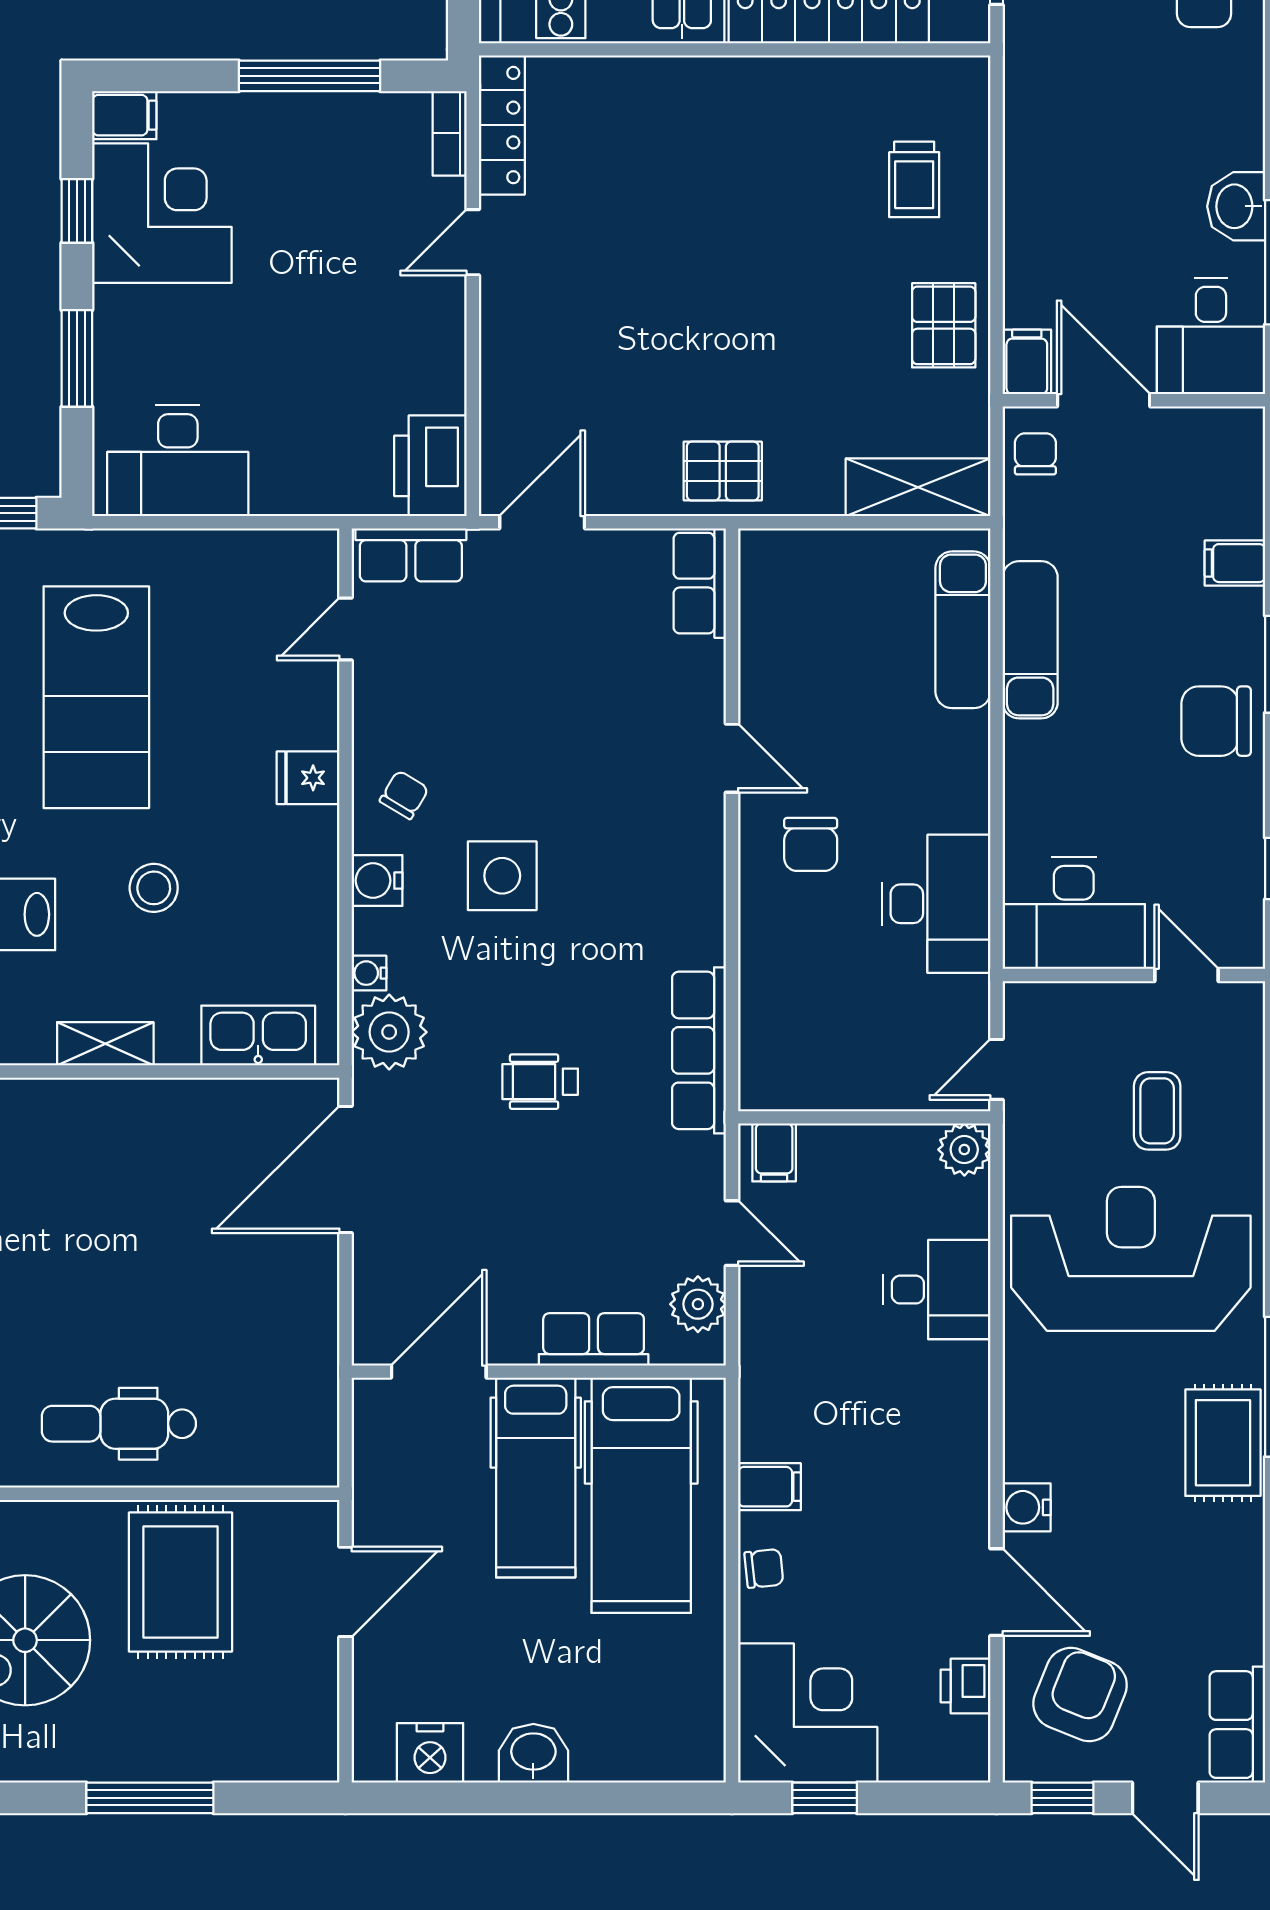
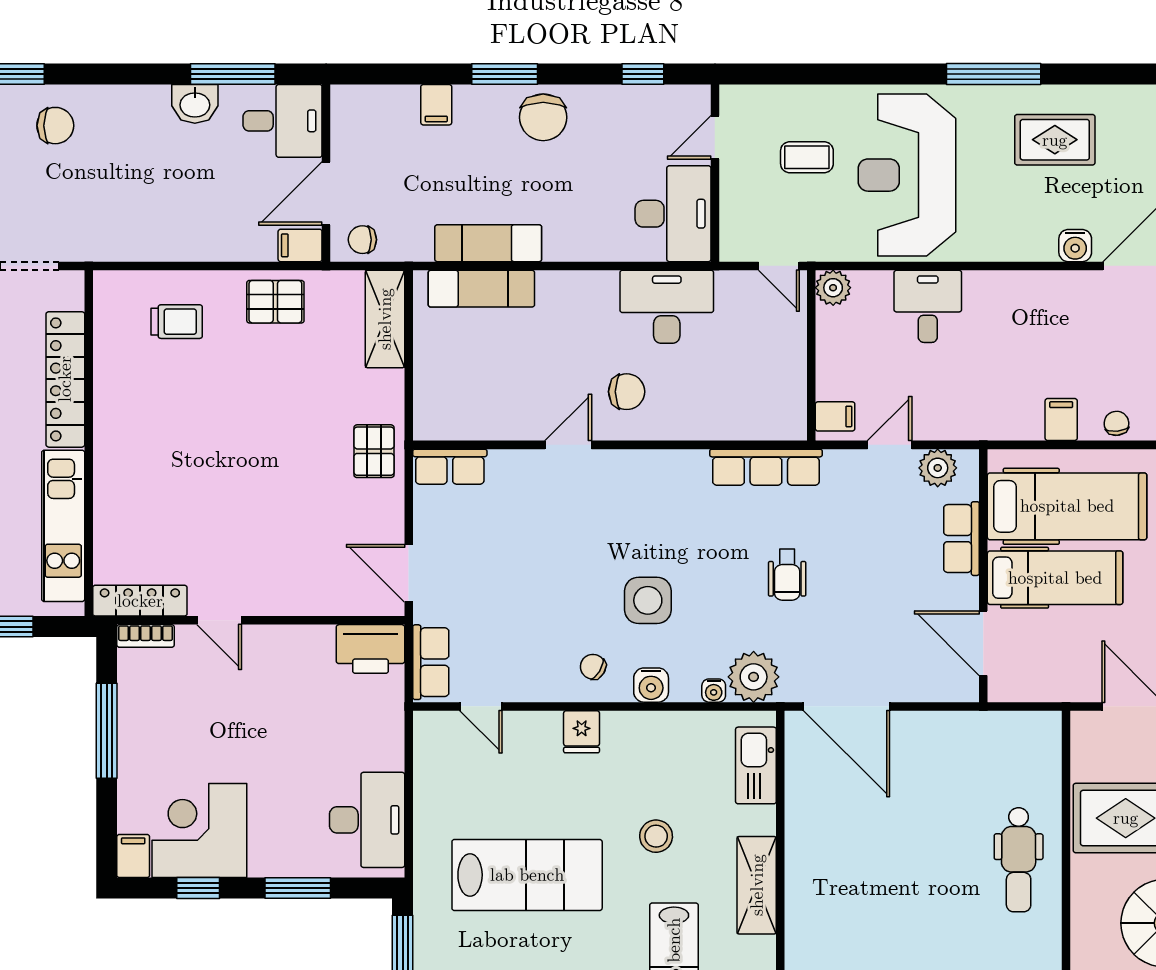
shelving: (105, 1044) -> (757, 885), width x1.50, depth x1.33
rug: (1223, 1443) -> (1055, 140), moved

